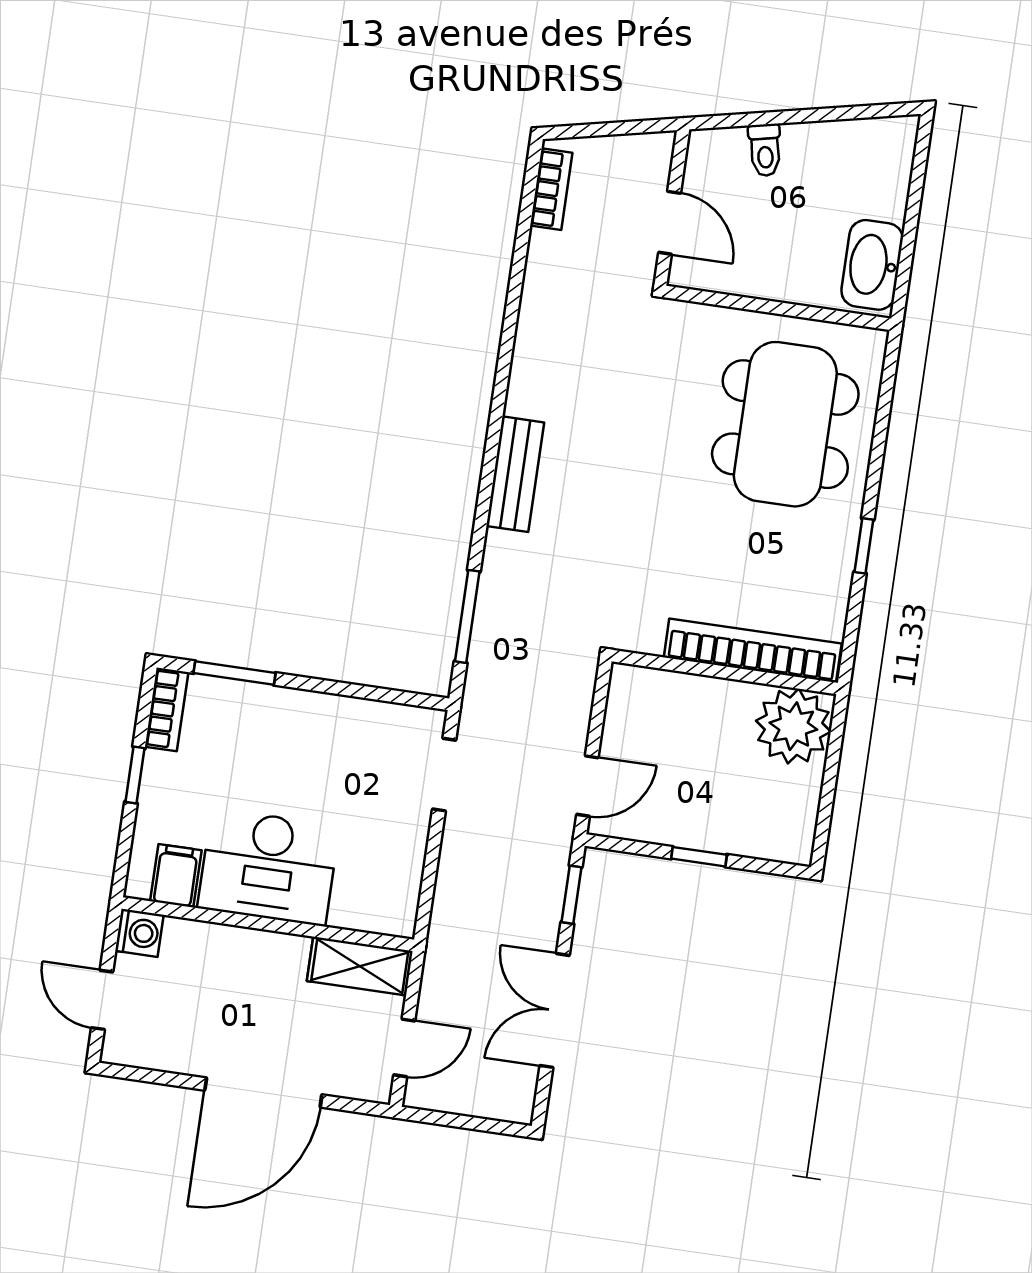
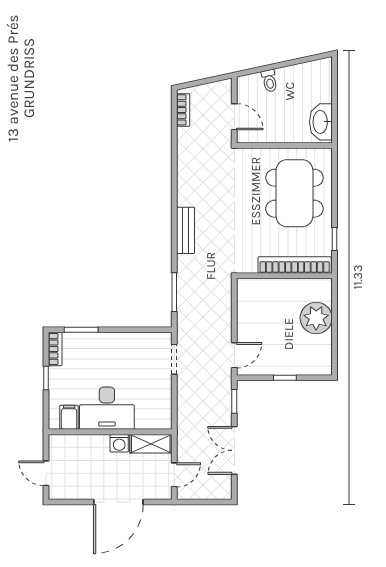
bookcase: (753, 650) -> (295, 265), moved
wall: (725, 672) -> (284, 276), moved
washing machine: (139, 933) -> (119, 443), moved, turned 90

